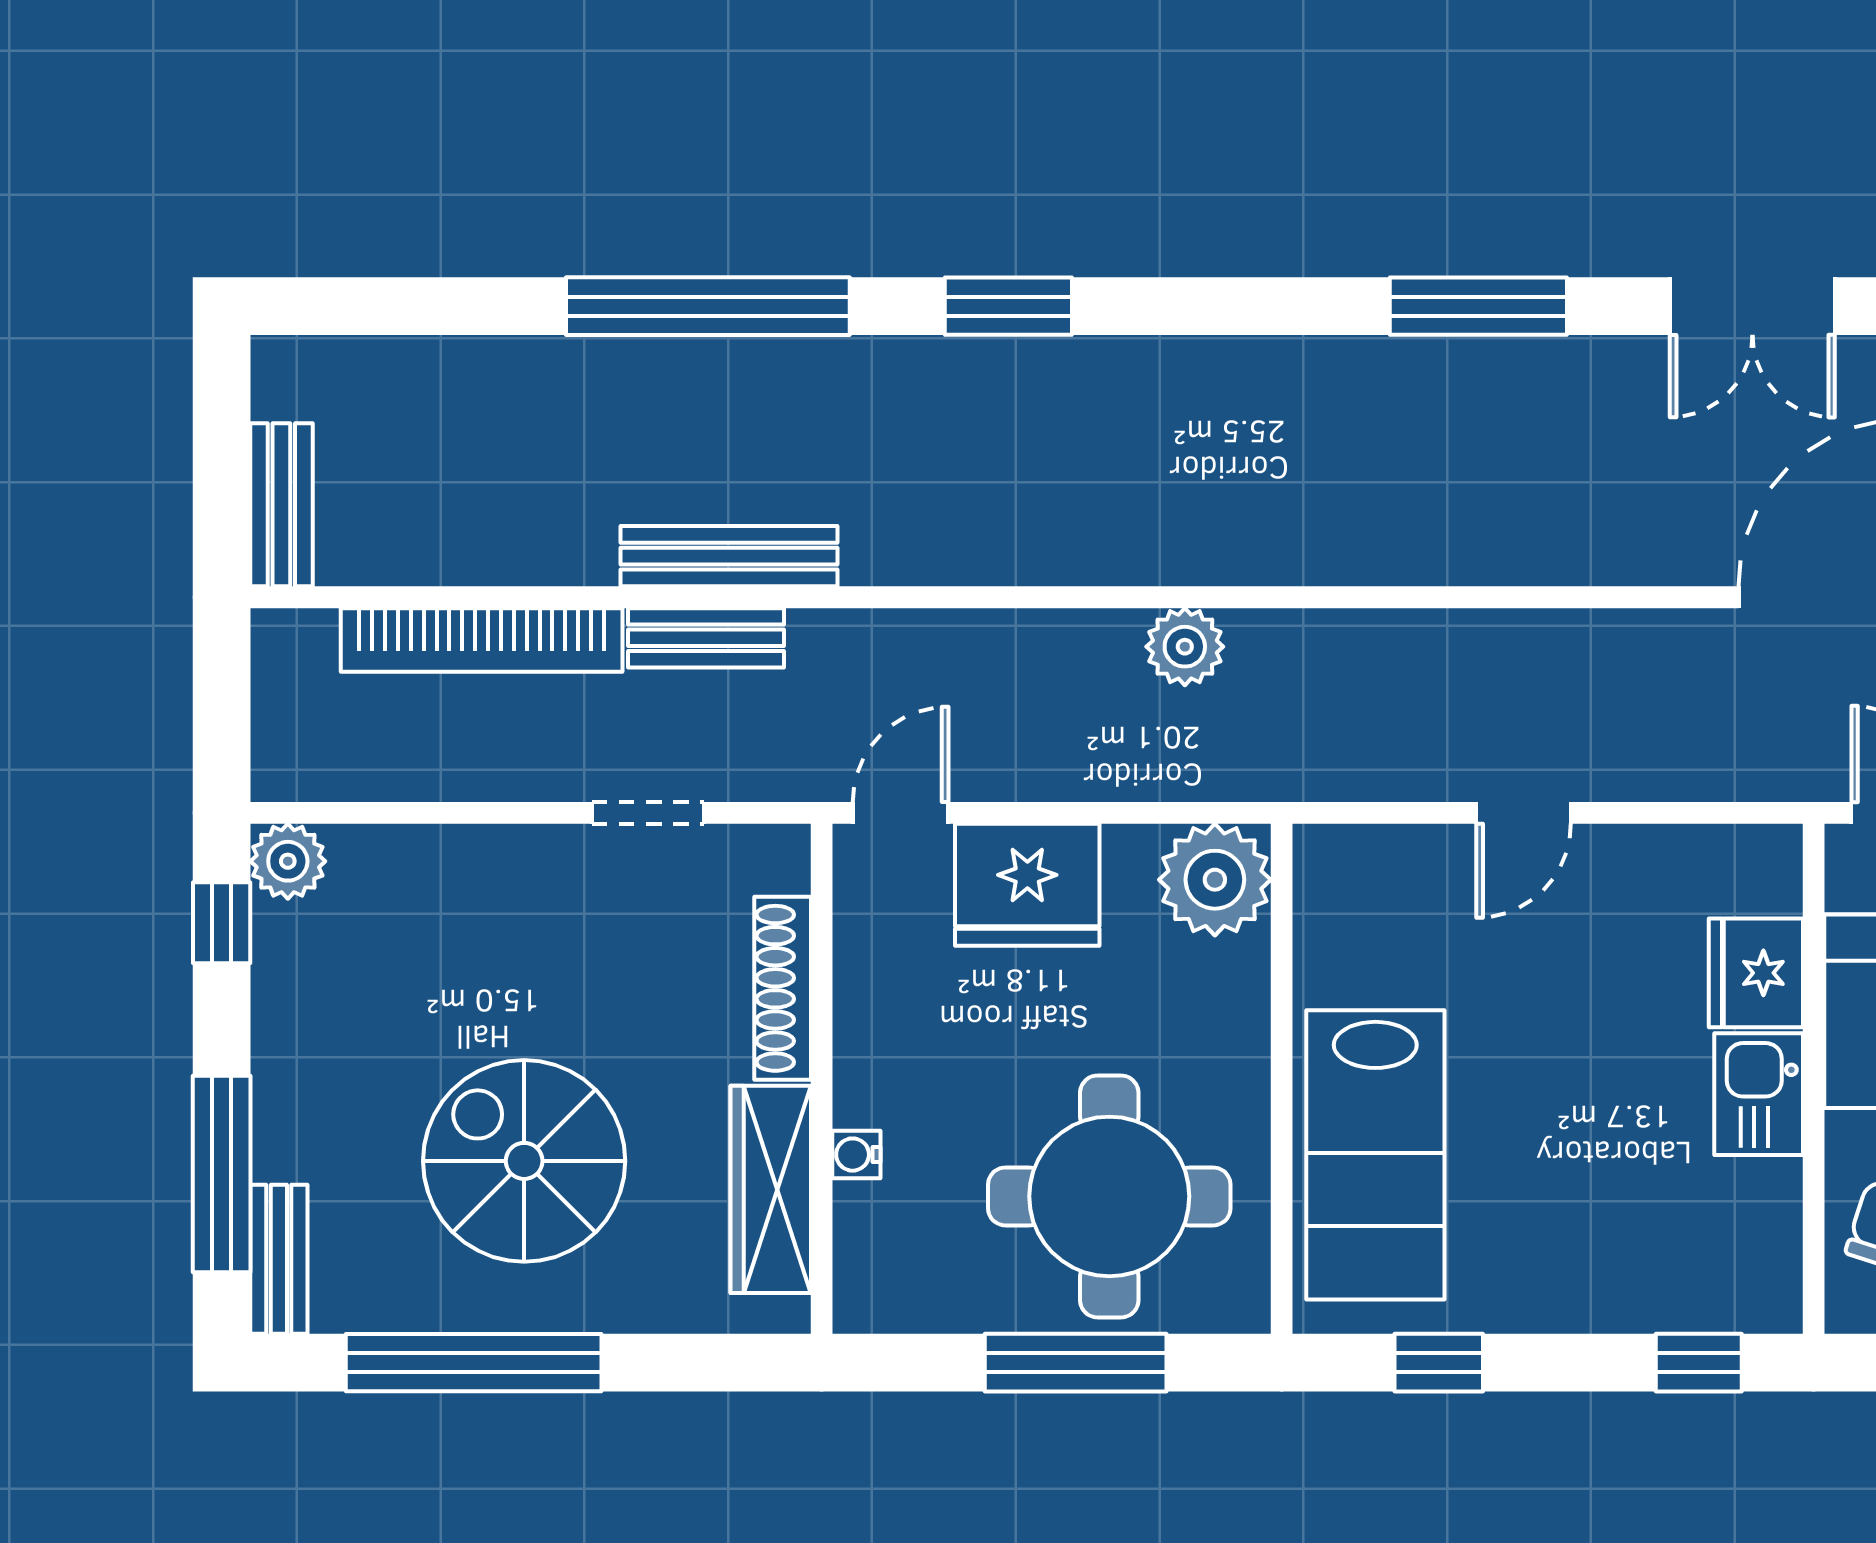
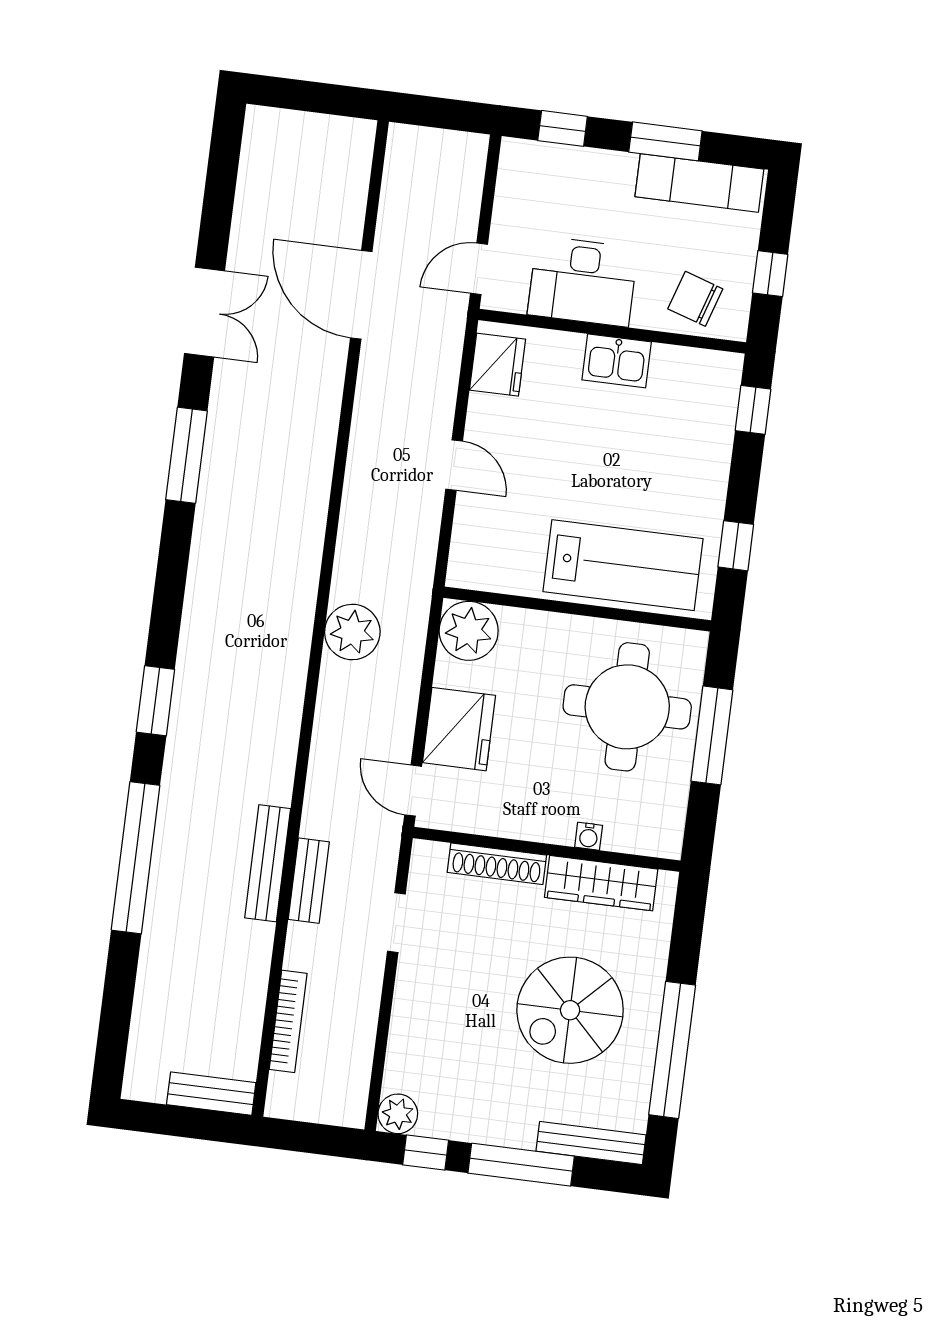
bookcase: (482, 640) -> (288, 1021), width x0.68, depth x0.76
plant: (1185, 647) -> (352, 632), width x1.36, depth x1.36
fridge: (1756, 973) -> (498, 365), moved, turned -90
window: (222, 1174) -> (521, 1165), moved
bench: (279, 1259) -> (591, 1143), width x1.36

